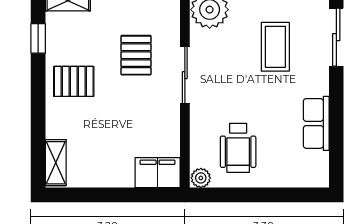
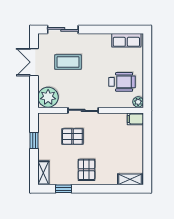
row of seats: (316, 123) -> (126, 40), moved
filing cabinet: (158, 173) -> (135, 119), width x0.50

